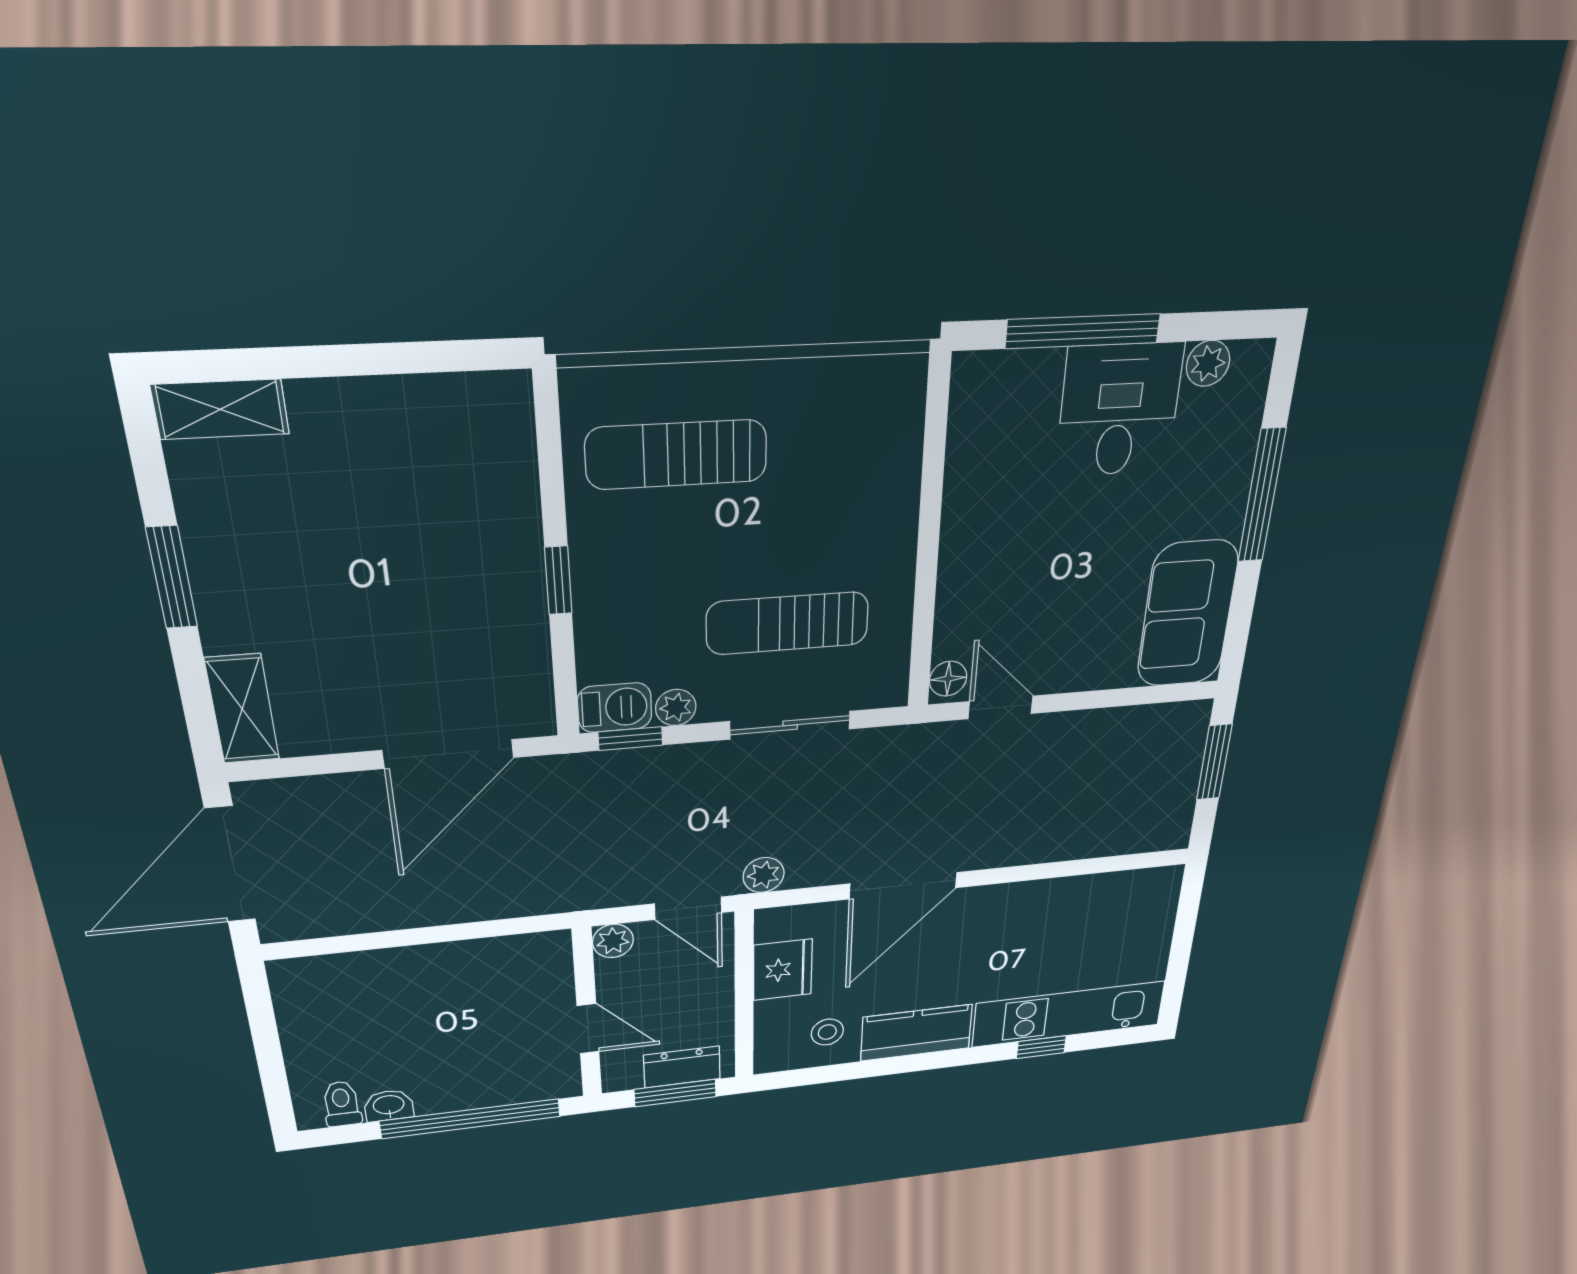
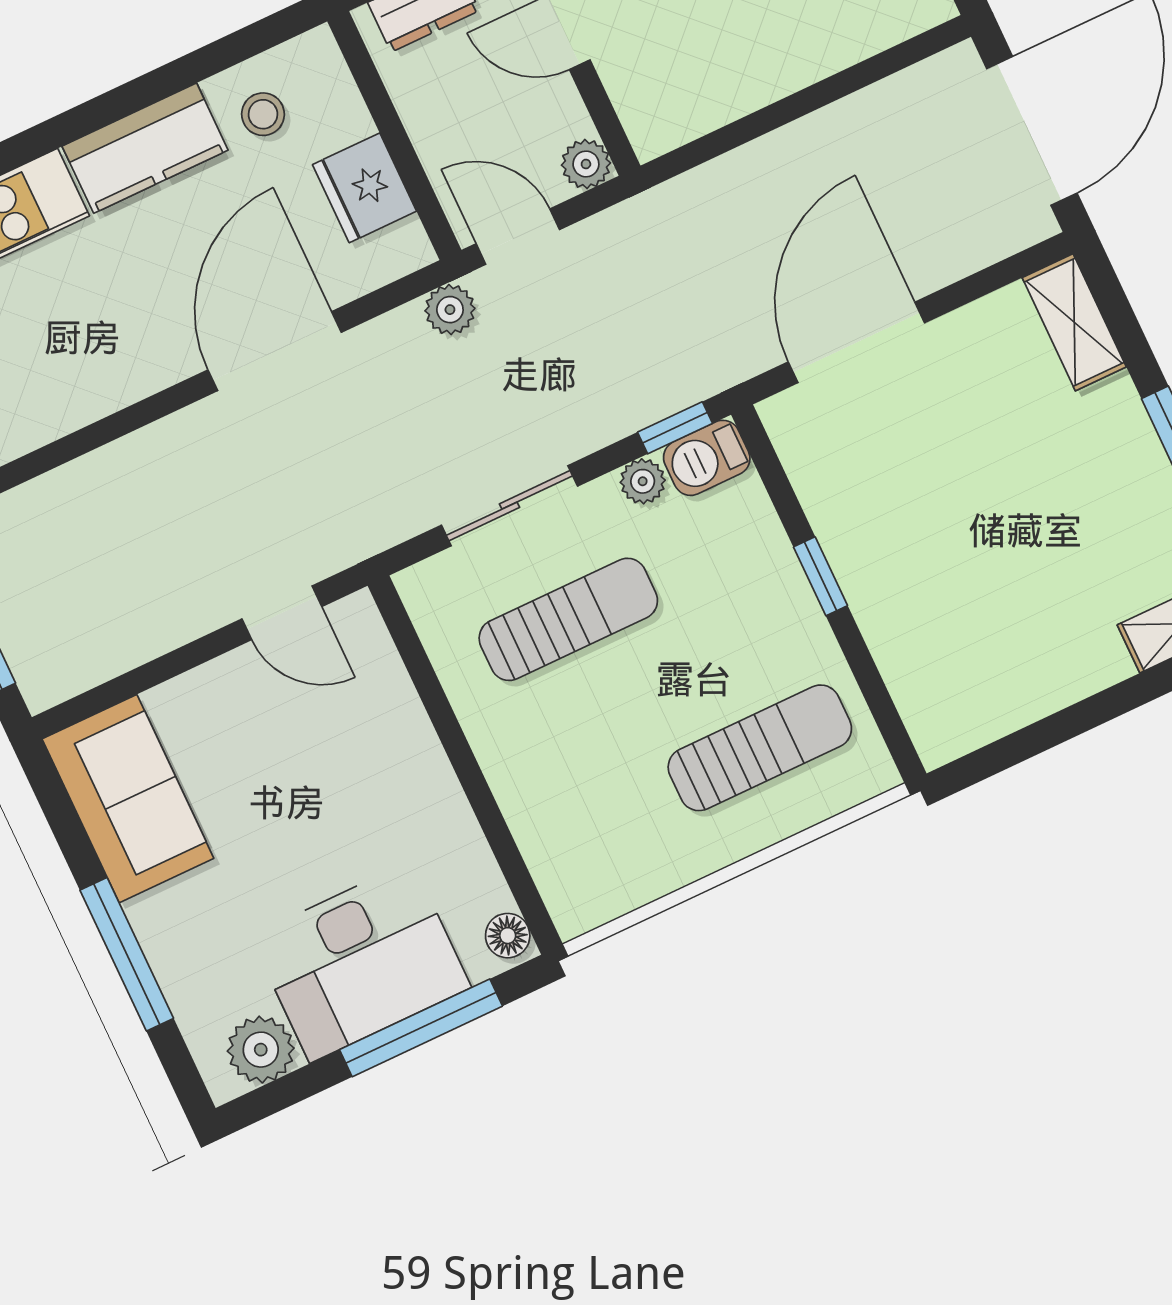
plant: (1208, 363) -> (261, 1050), width x1.38, depth x1.38
desk: (1119, 410) -> (361, 962), width x1.37
floor lamp: (948, 679) -> (508, 936), moved

